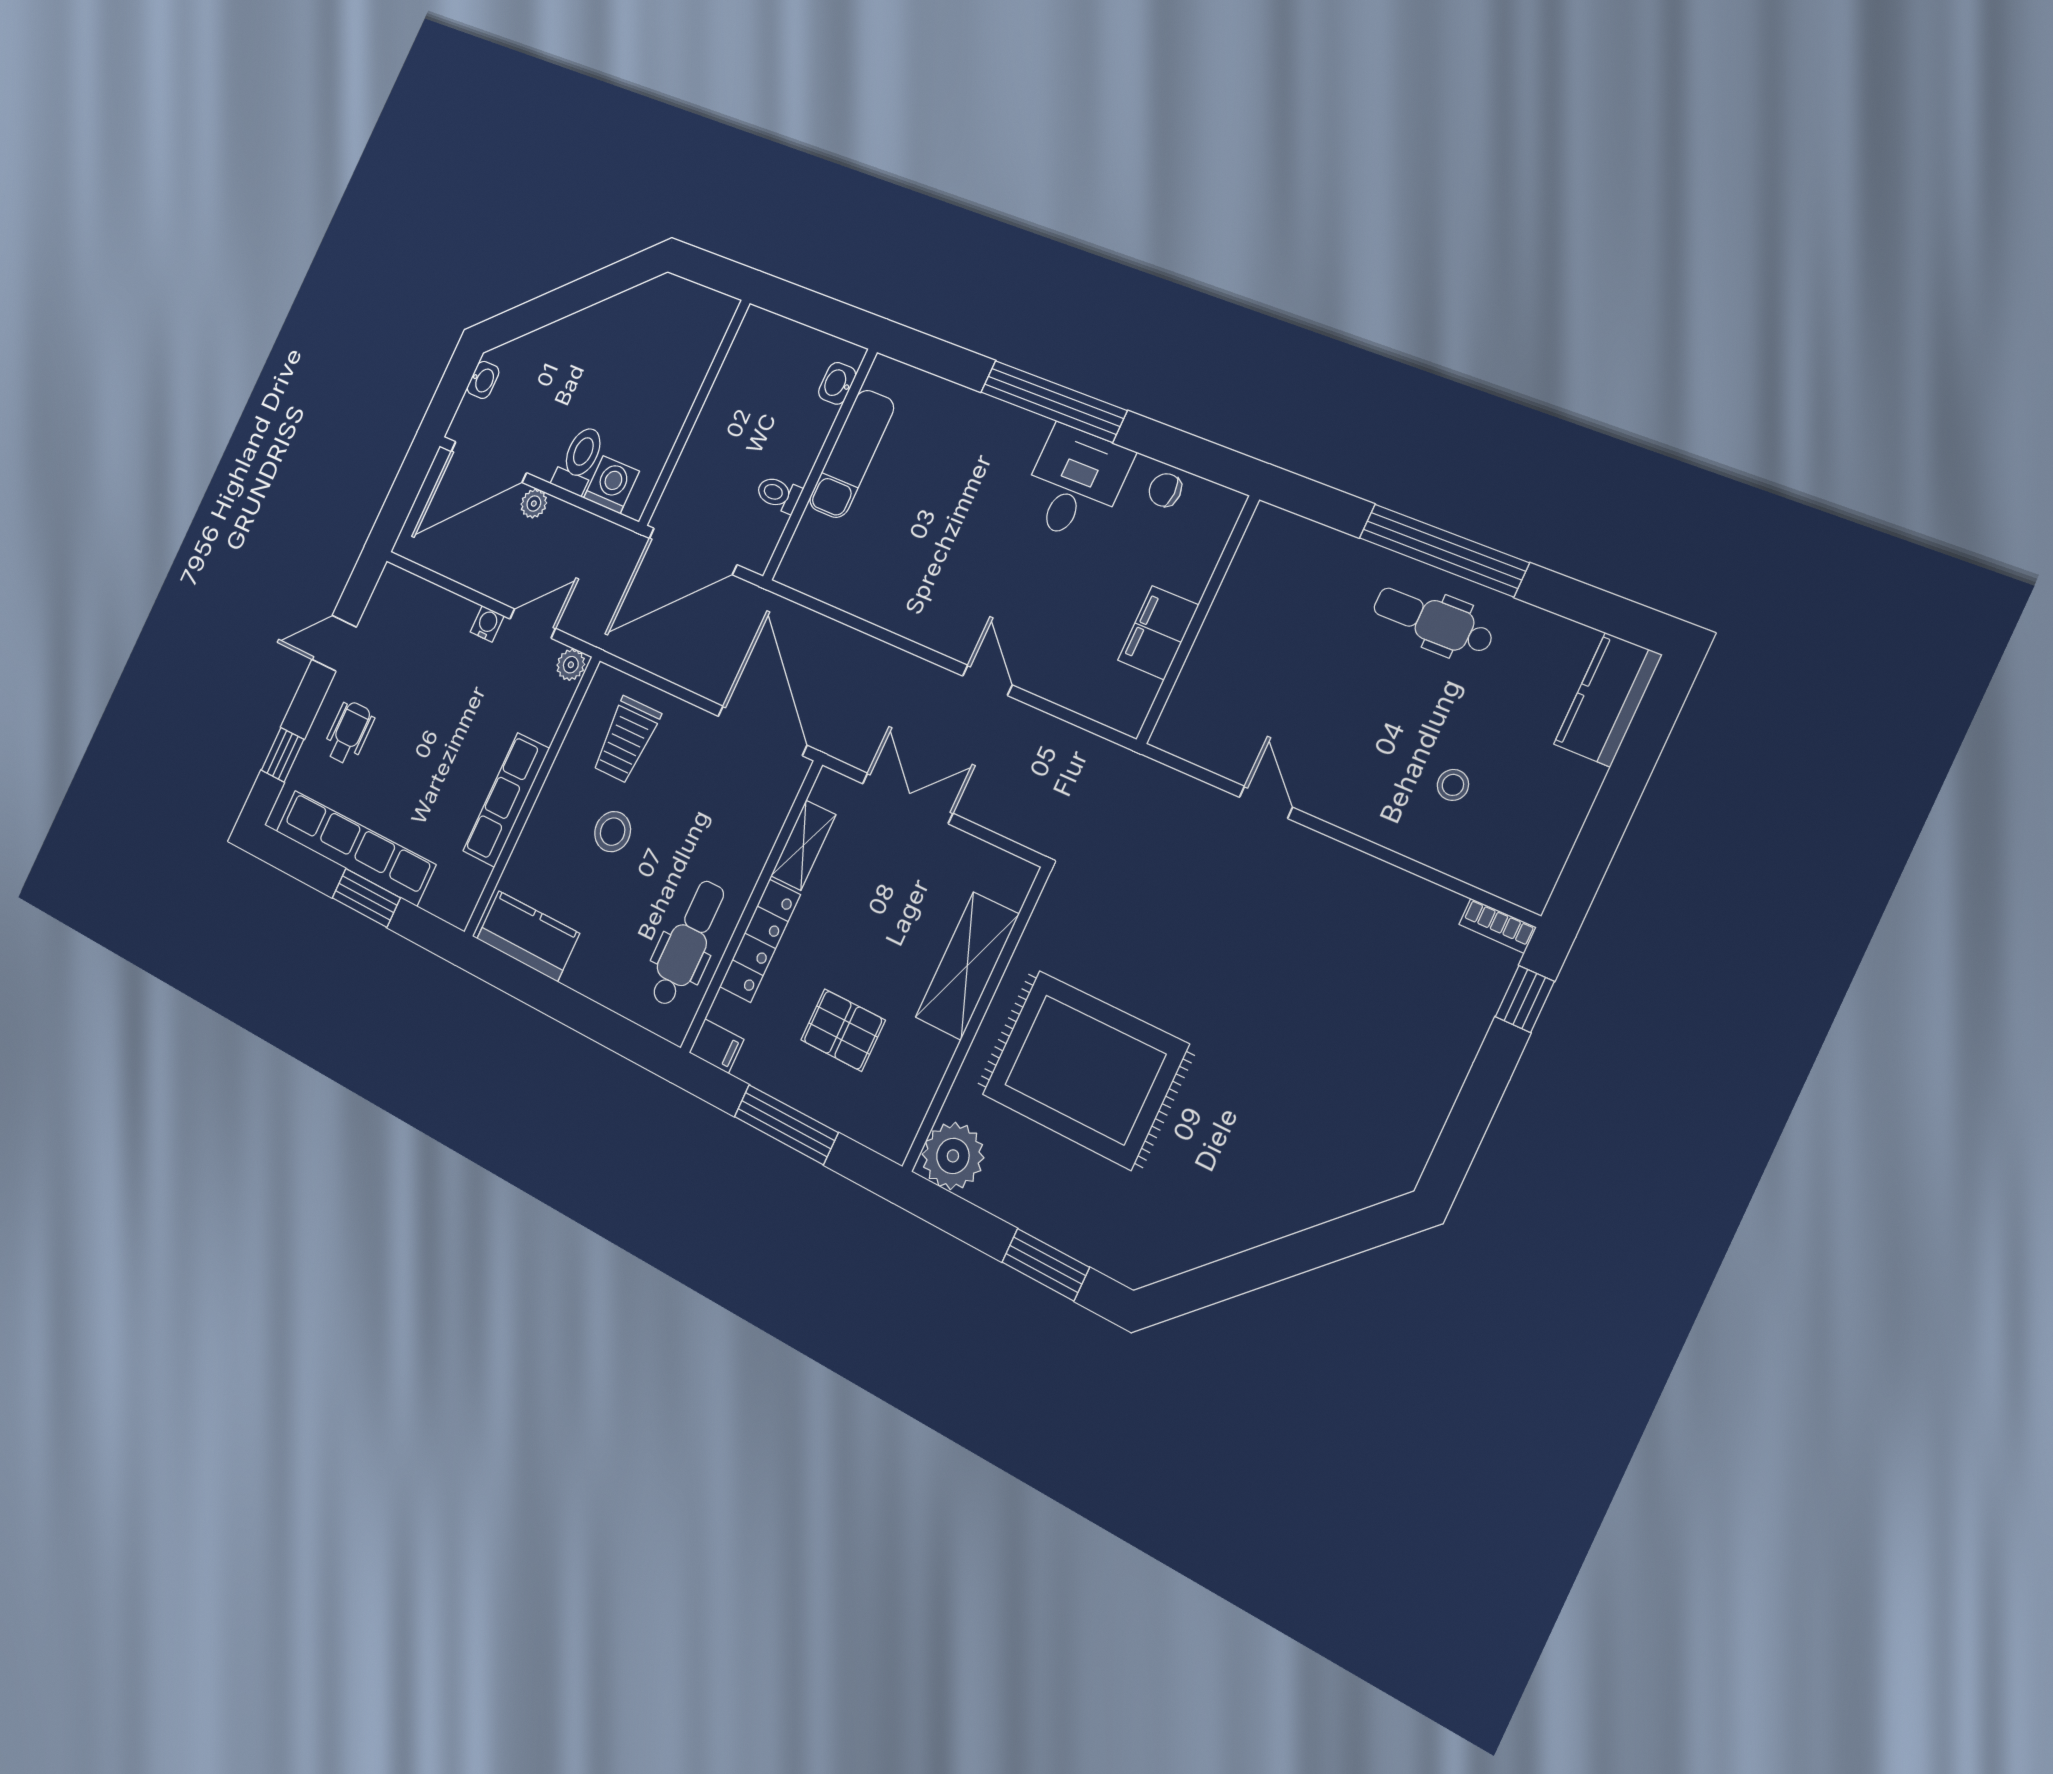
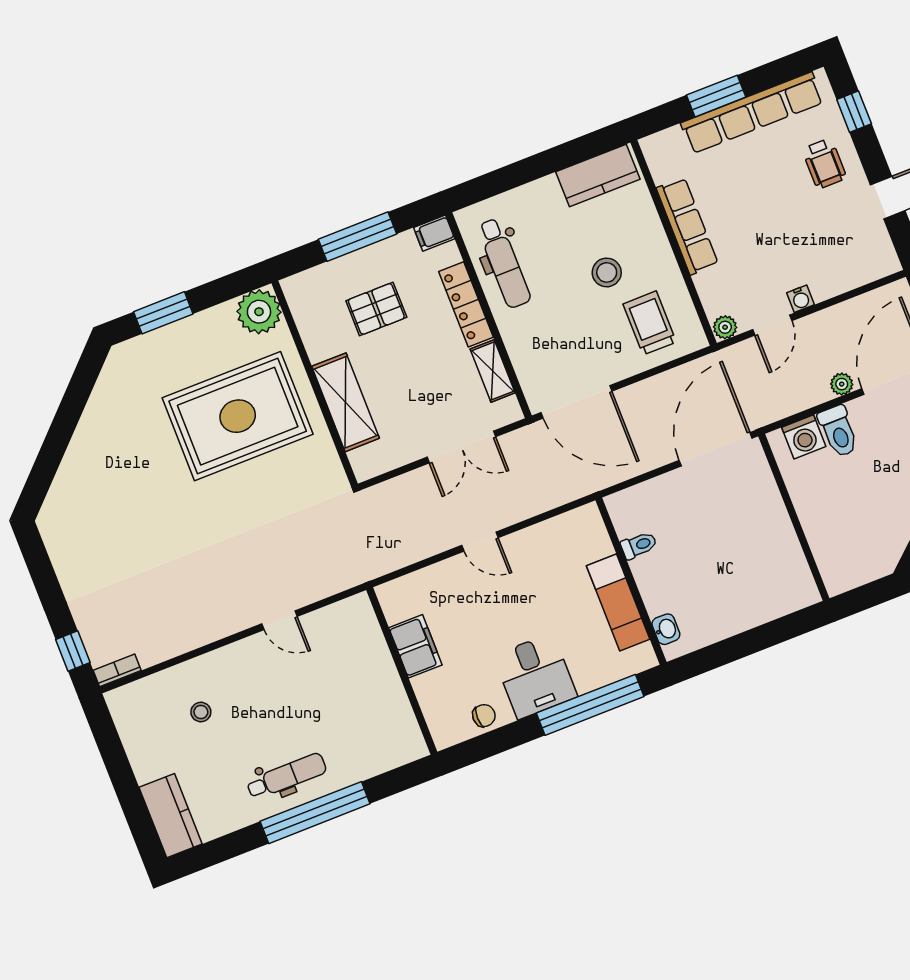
washbasin: (837, 383) -> (666, 629), moved
exam couch: (852, 454) -> (618, 602), moved
wall: (820, 464) -> (631, 581), moved
toilet: (779, 494) -> (639, 545), moved

